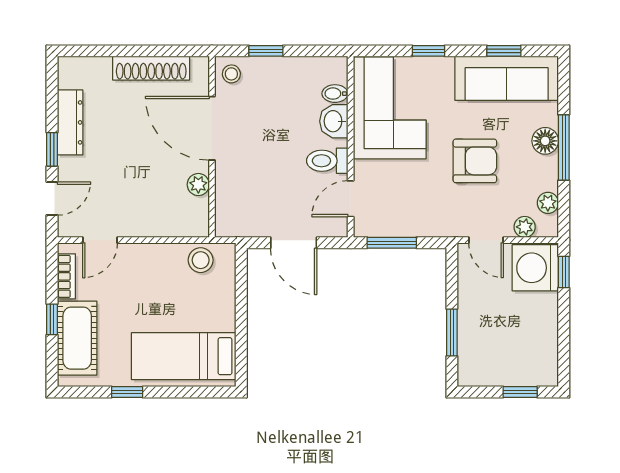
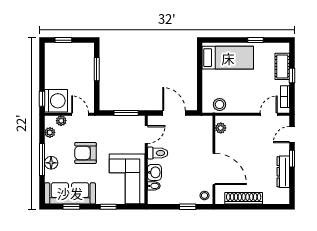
plant: (198, 185) -> (221, 128), moved
cot: (77, 338) -> (282, 66), width x0.73, depth x0.75

